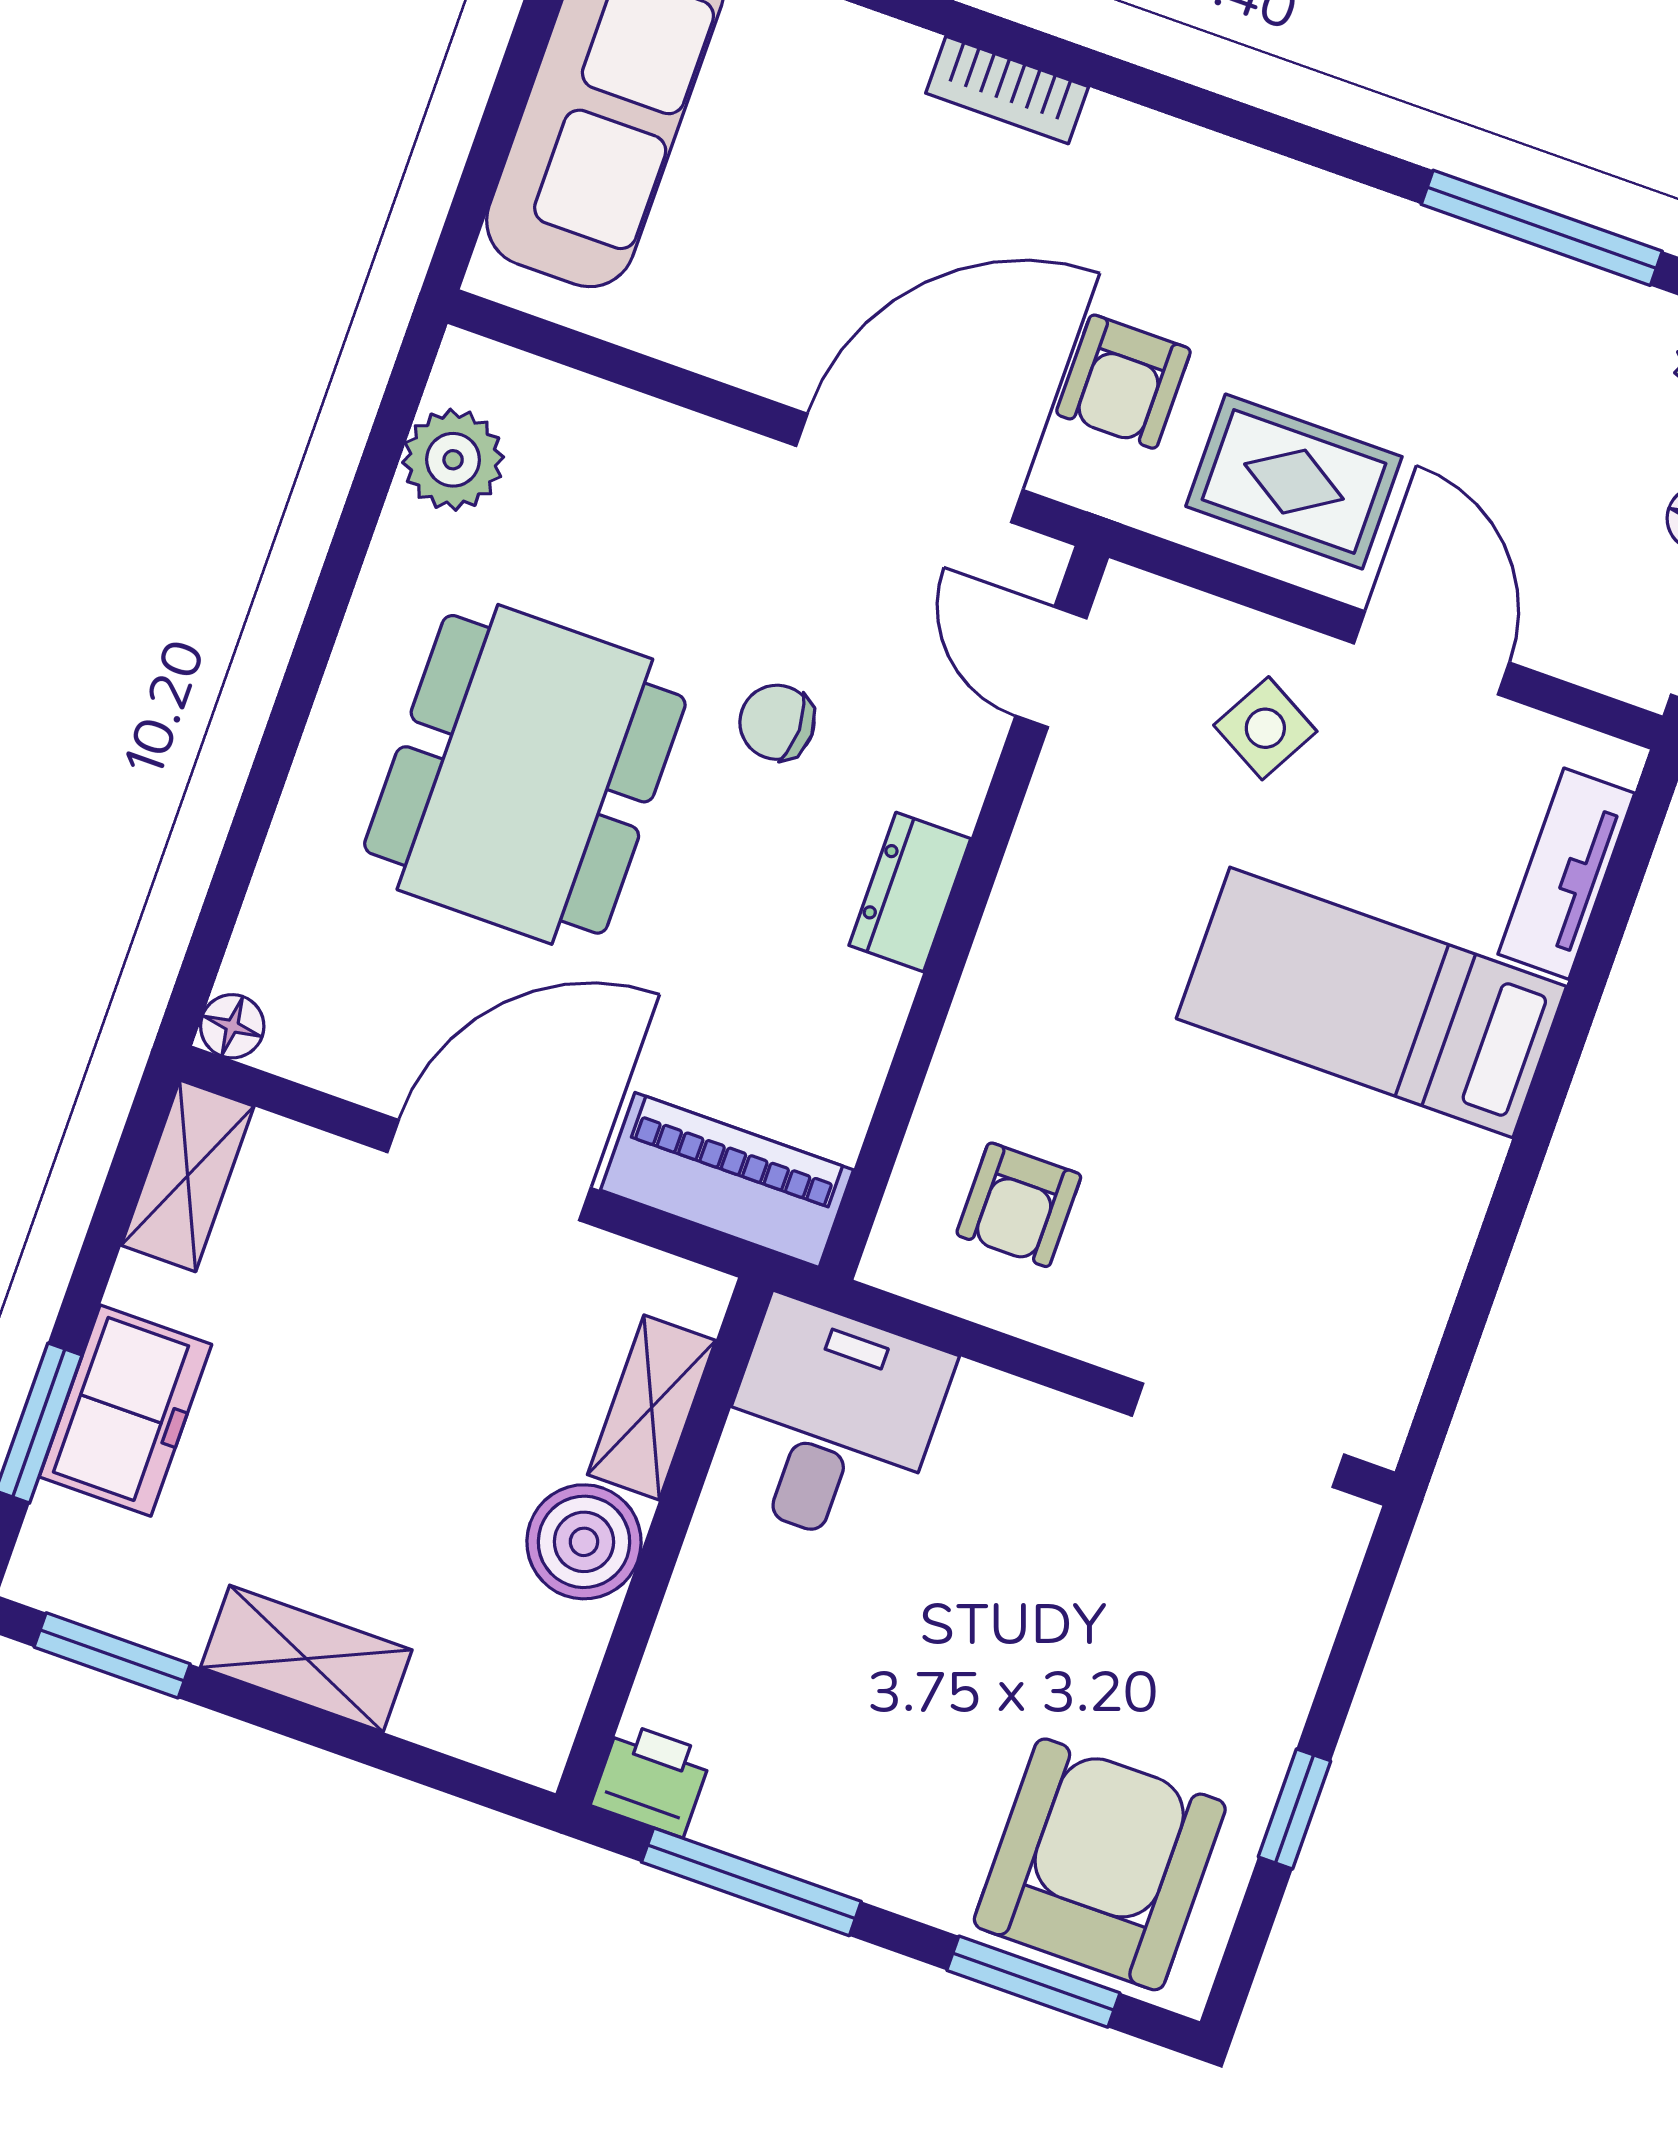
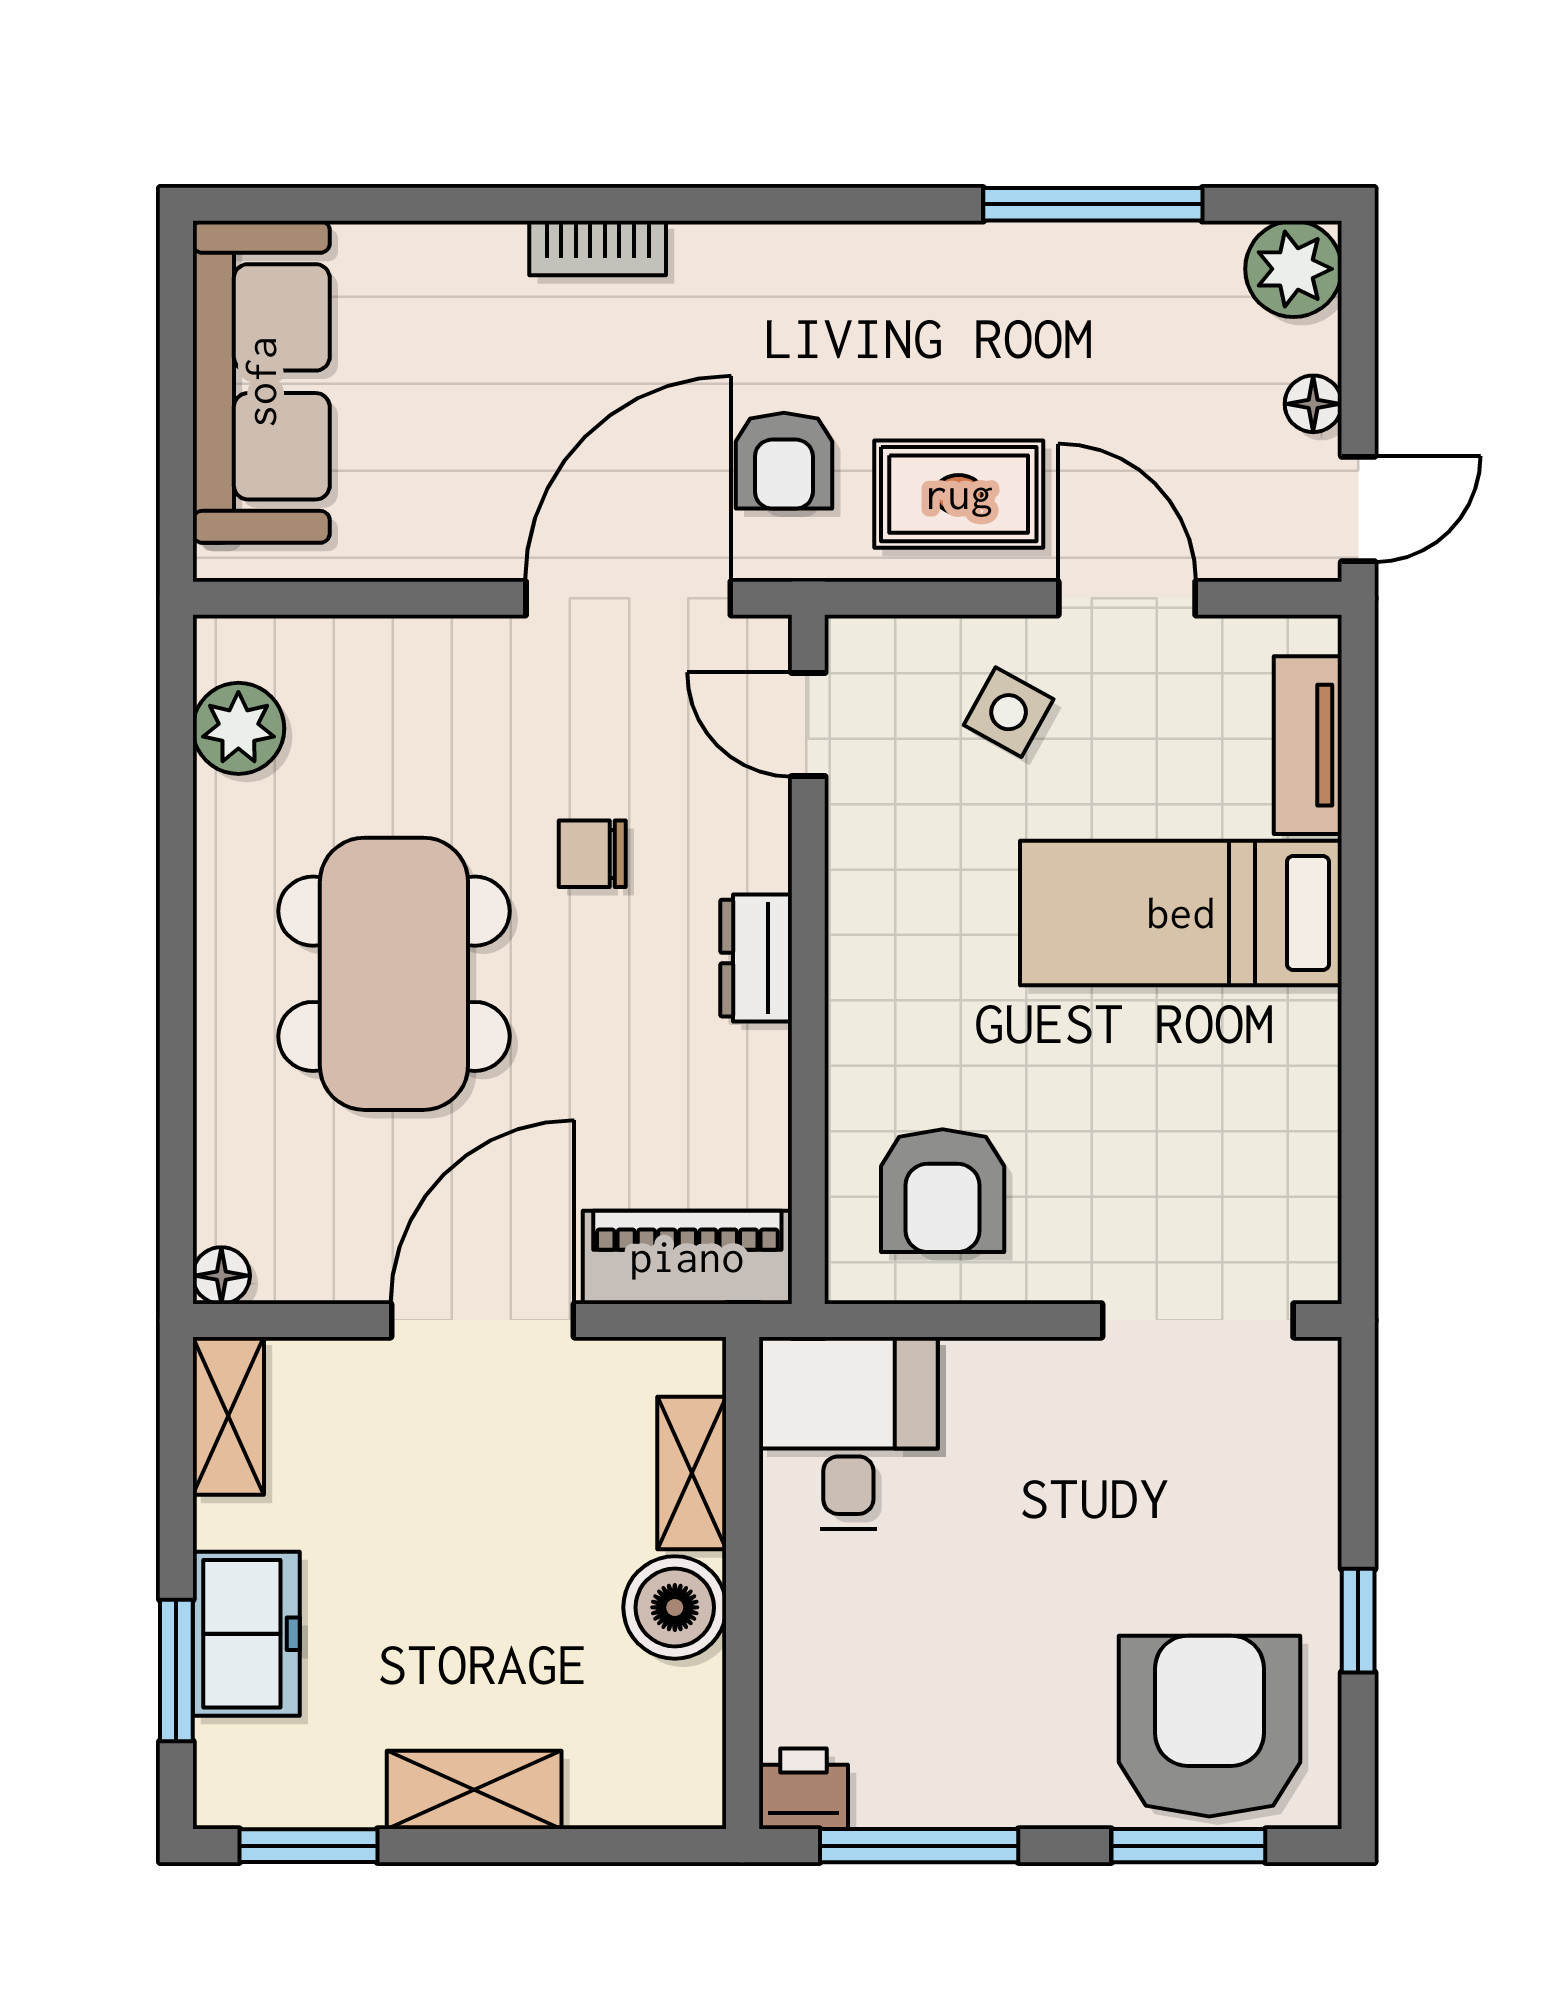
armchair: (1019, 1205) -> (943, 1191), width x1.38, depth x1.38

